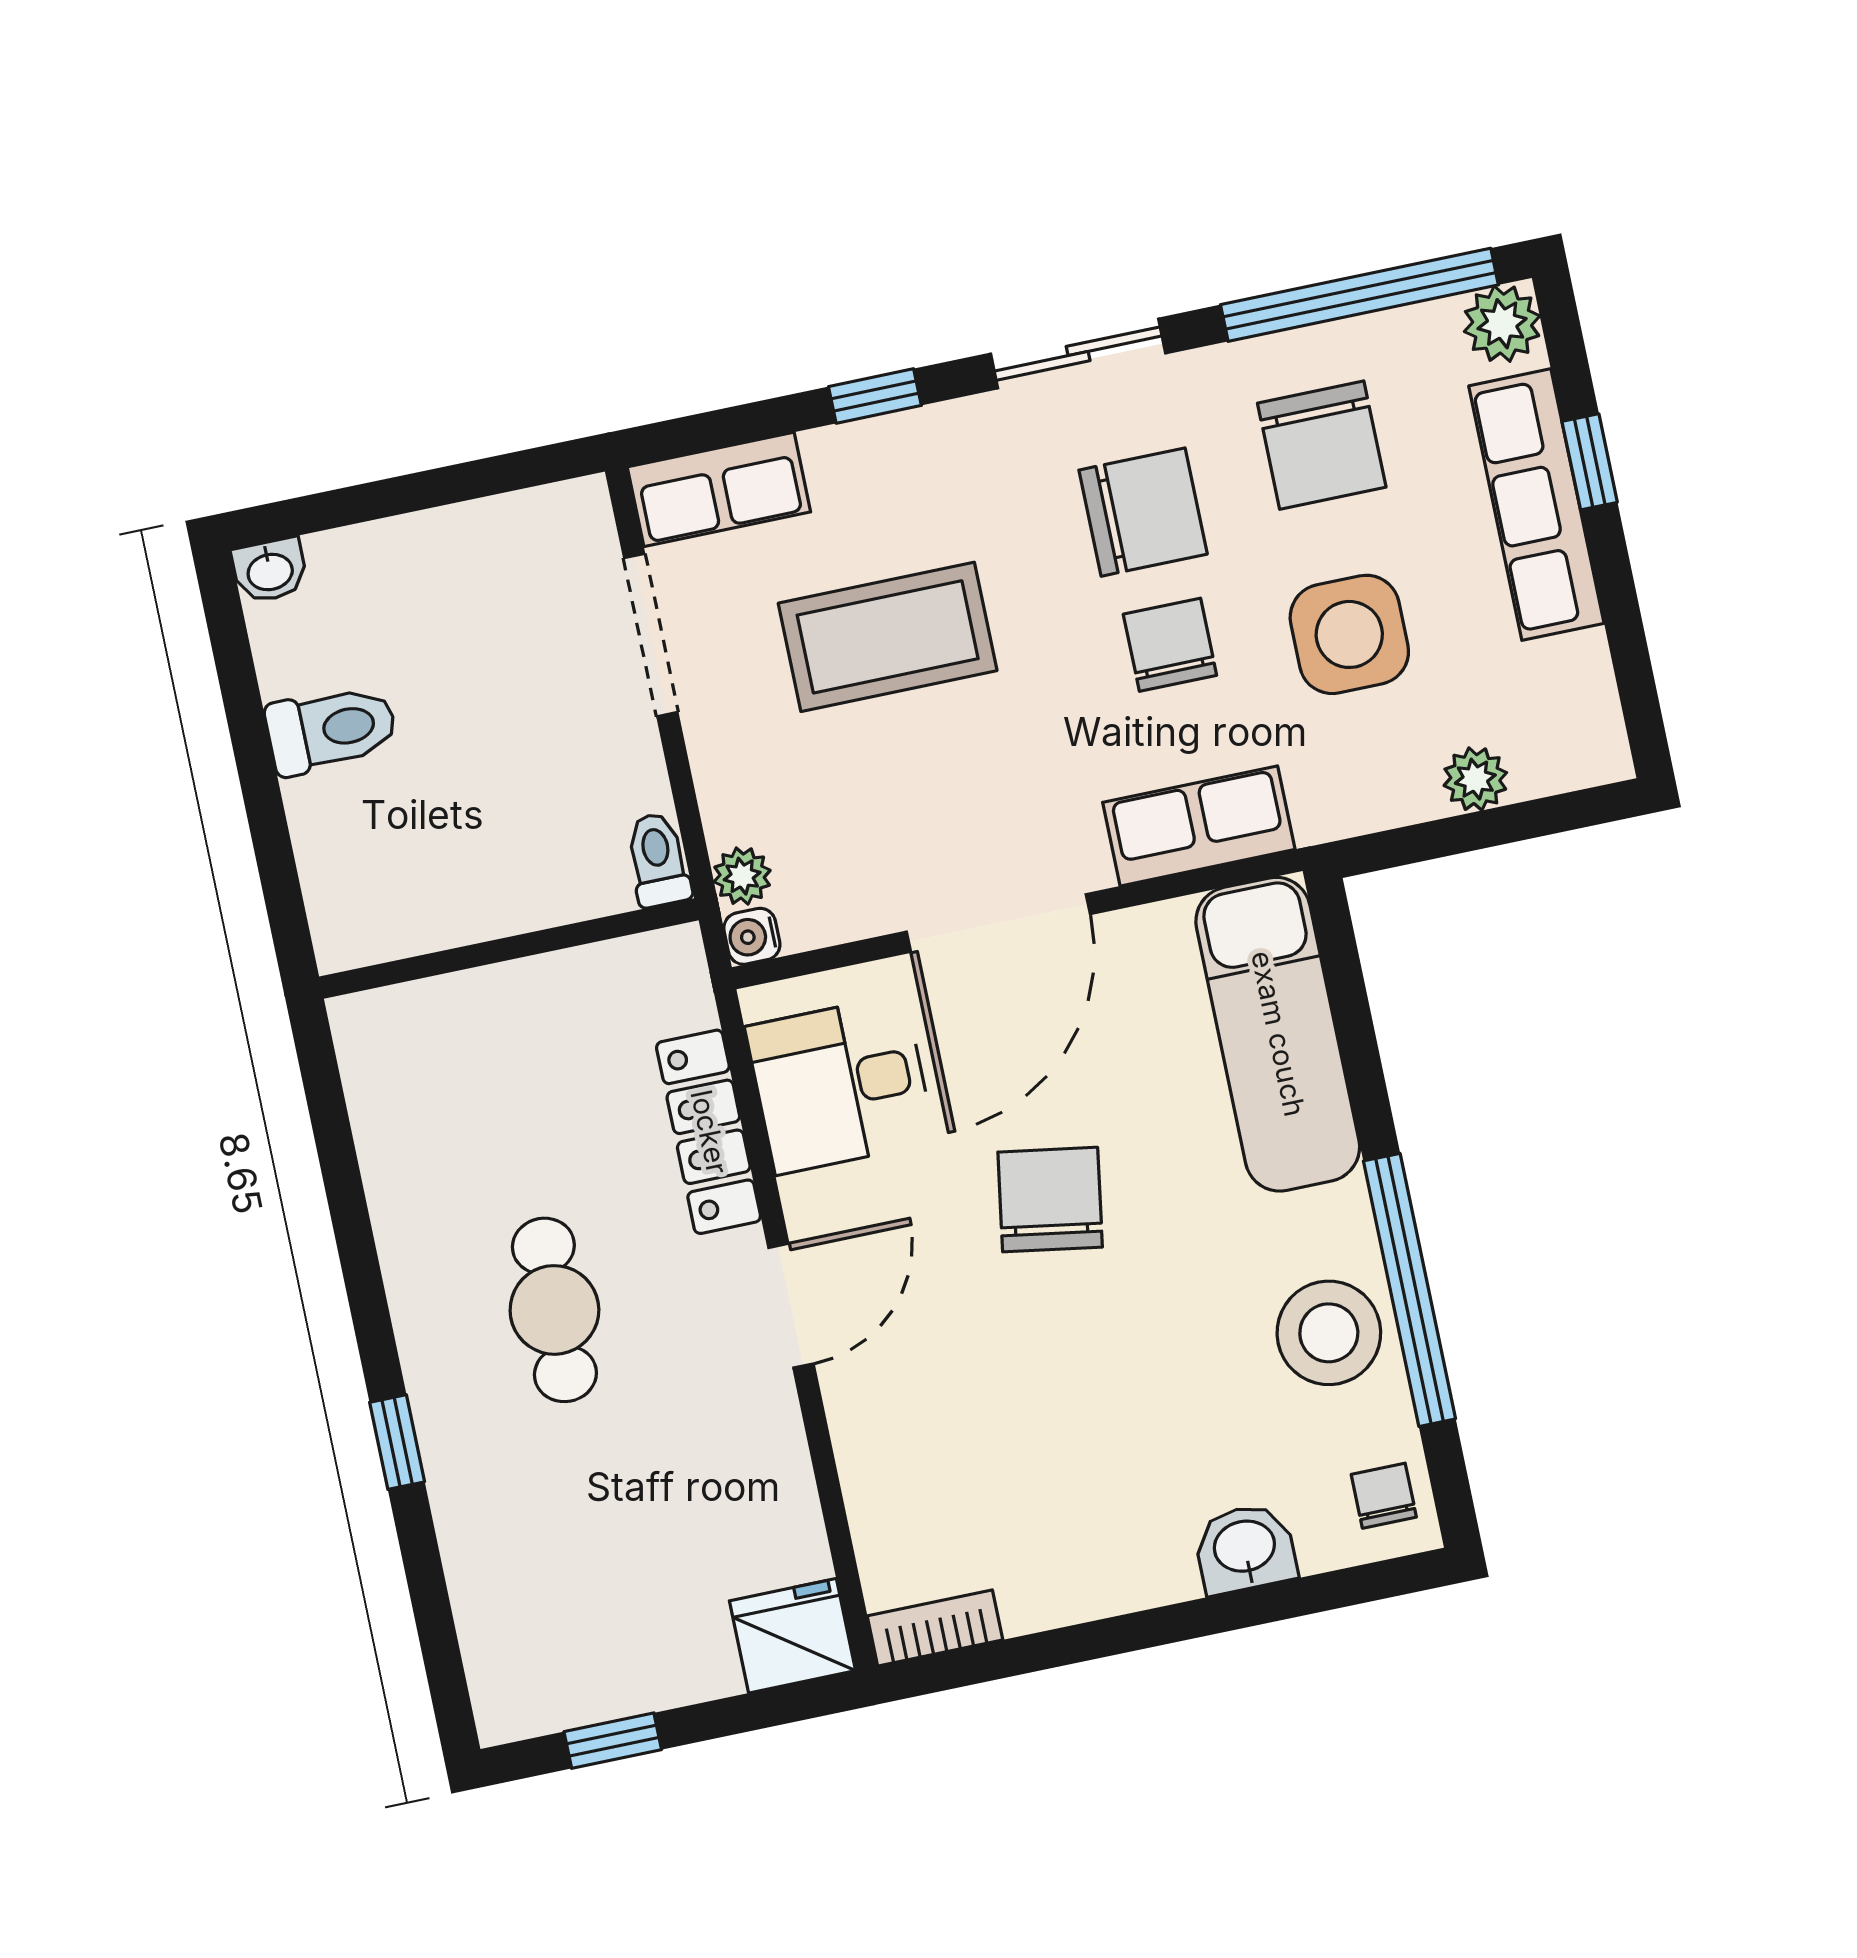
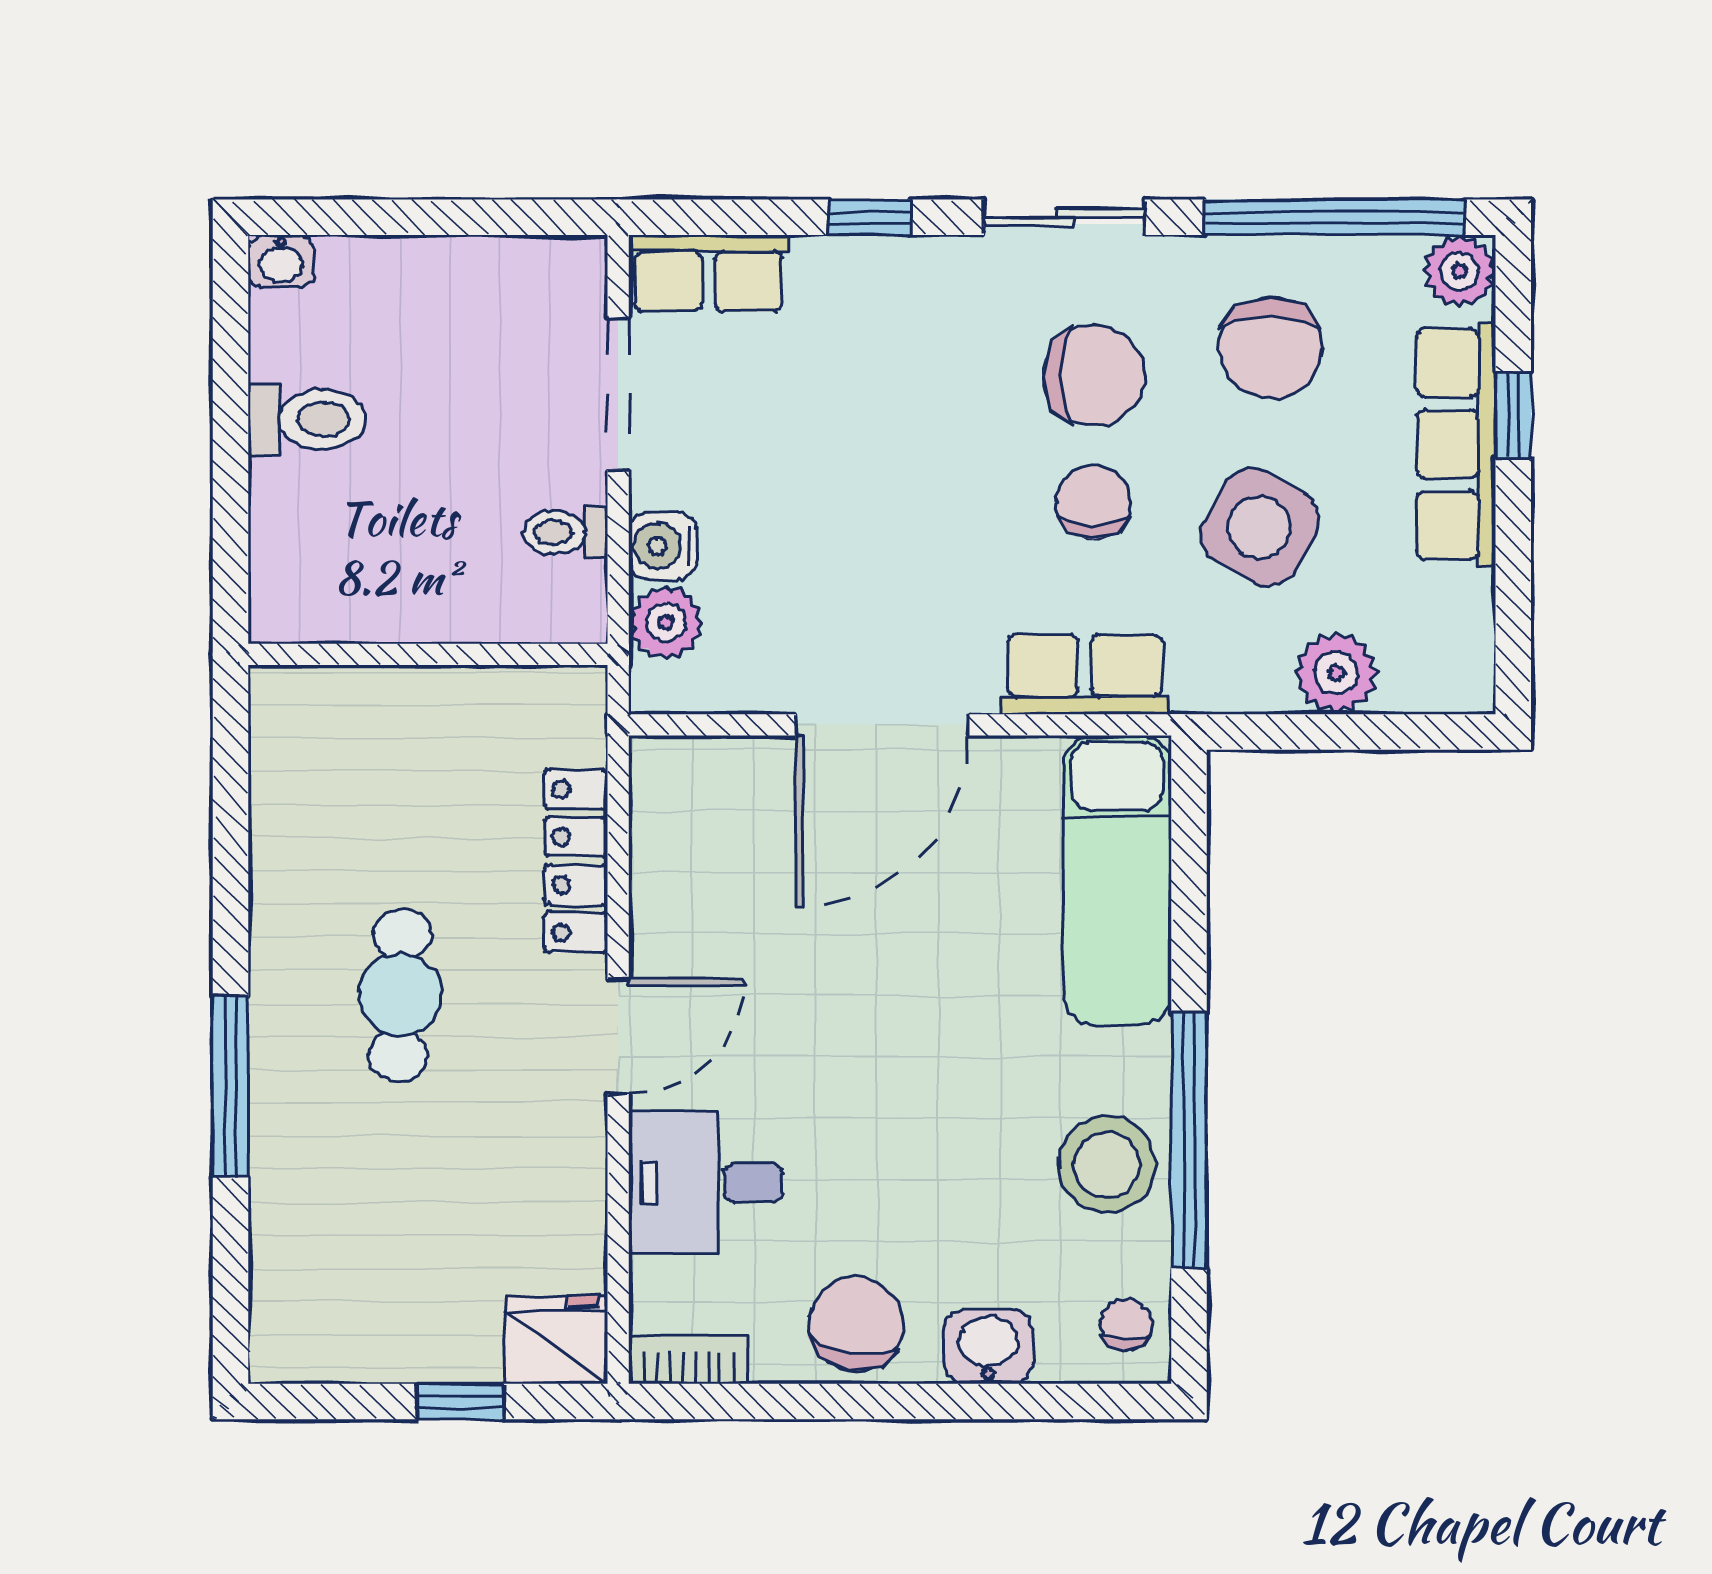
side table: (1349, 634) -> (1260, 527), turned 30
coffee table: (888, 637) -> (835, 441), removed
plant: (1475, 779) -> (1336, 673), width x1.38, depth x1.38
toilet: (658, 860) -> (565, 532), moved, turned -90
plant: (742, 876) -> (666, 623), width x1.38, depth x1.38
water cooler: (752, 936) -> (662, 546), moved, width x1.38, depth x1.38
desk: (840, 1084) -> (706, 1183), moved
chair: (1050, 1200) -> (856, 1324), moved
window: (397, 1442) -> (230, 1086), width x2.17
window: (613, 1741) -> (461, 1402), moved

